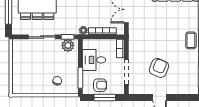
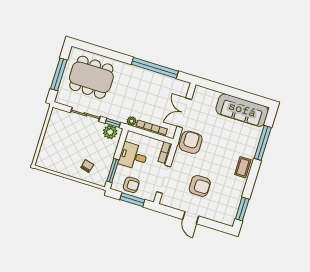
armchair: (140, 33) -> (191, 142), added
armchair: (159, 68) -> (200, 186), turned 67

